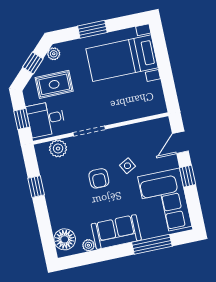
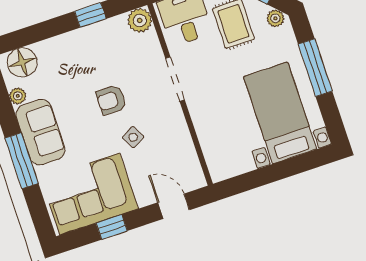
window: (92, 29) -> (315, 68), width x1.44
plant: (58, 148) -> (140, 20), moved
window: (188, 176) -> (112, 227), moved
window: (152, 244) -> (22, 161), moved

